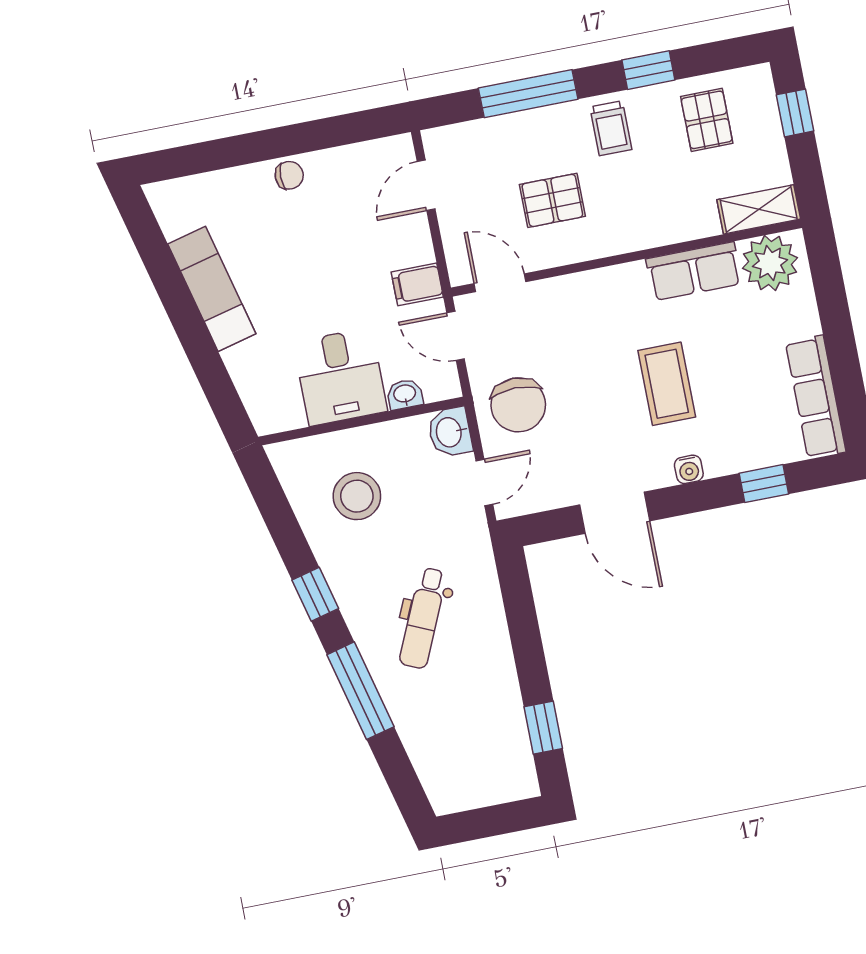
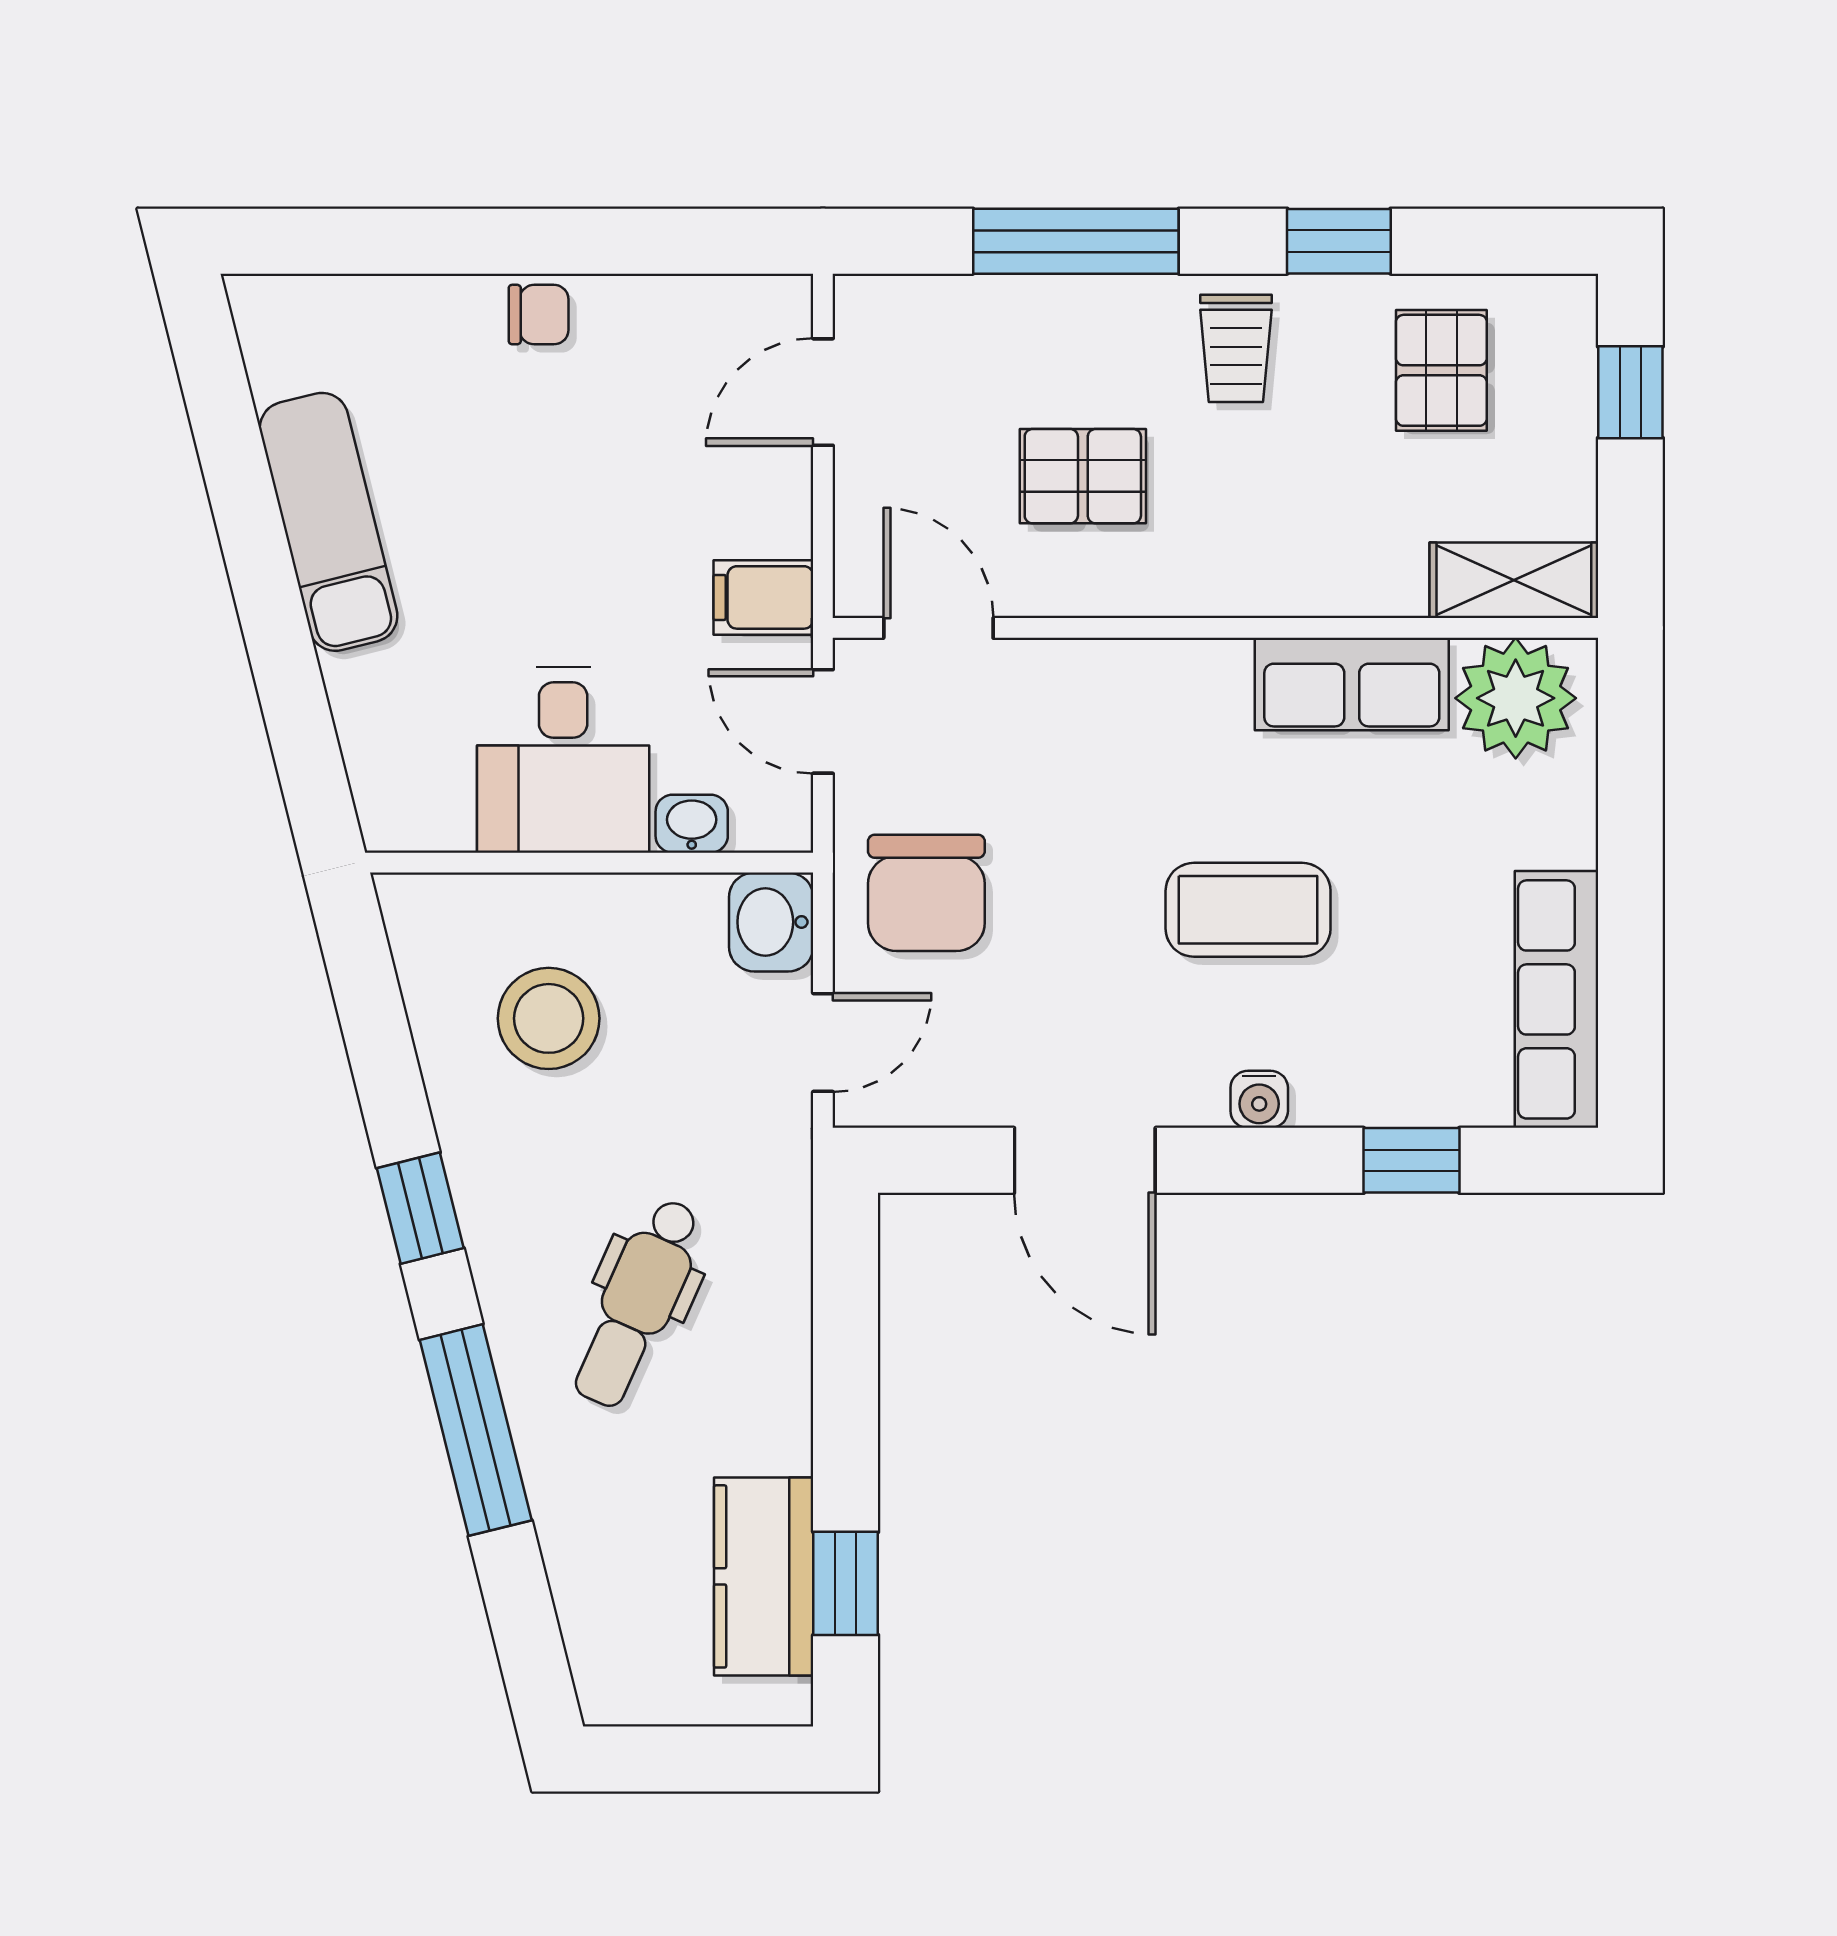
coffee table: (667, 384) -> (1248, 910), turned 90
kitchen counter: (505, 732) -> (764, 1576), added

